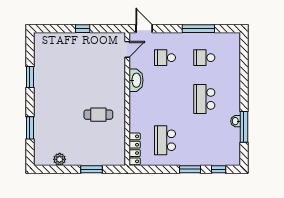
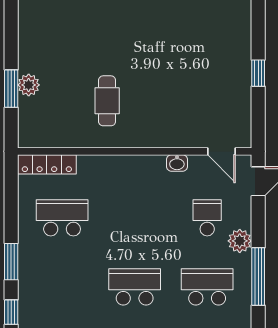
plant: (178, 39) -> (240, 241), added
school desk: (204, 58) -> (207, 287), width x1.85
washbasin: (136, 80) -> (177, 163), width x0.52, depth x0.69
plant: (60, 159) -> (29, 85), moved

